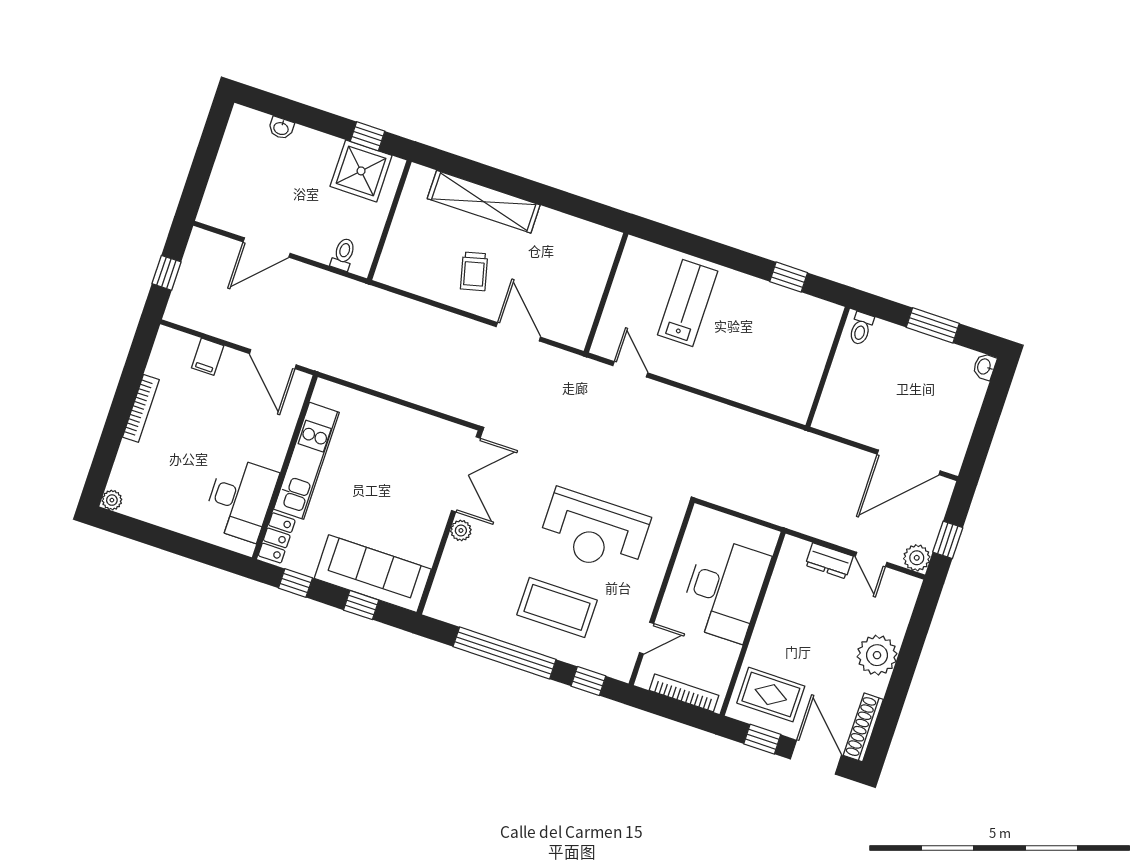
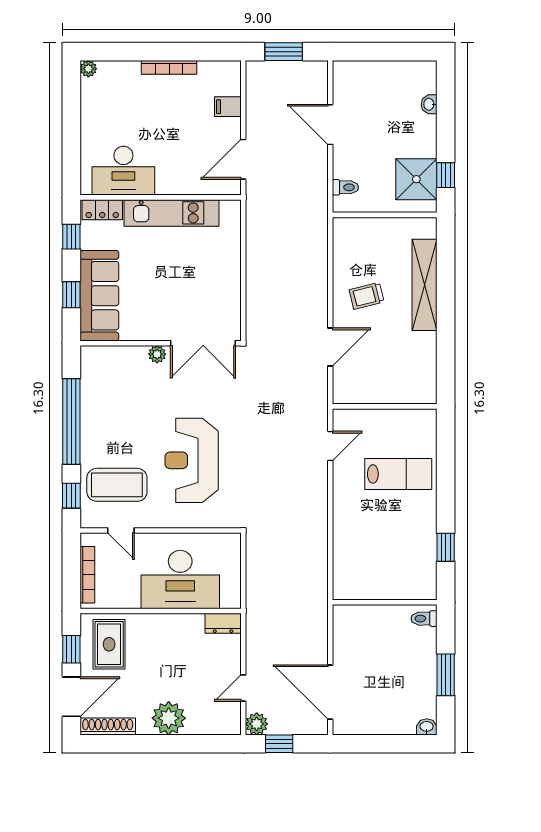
window: (166, 273) -> (284, 52), width x1.50
dresser: (829, 561) -> (223, 623), moved, turned -90
coffee table: (557, 607) -> (117, 485), moved, turned 90

